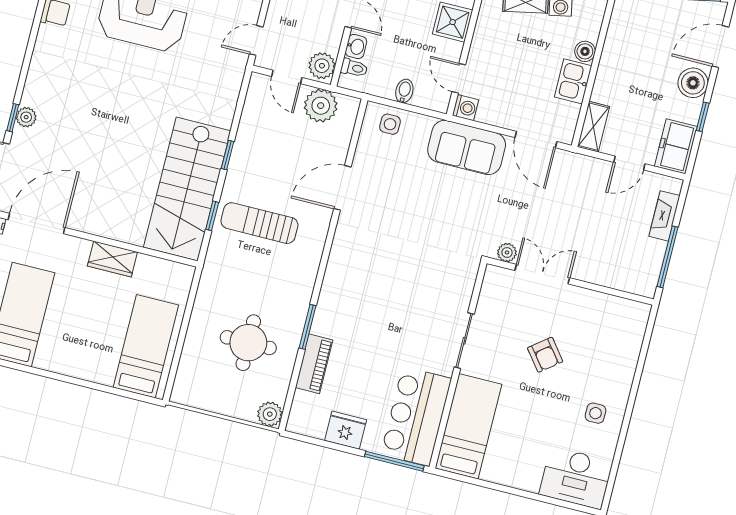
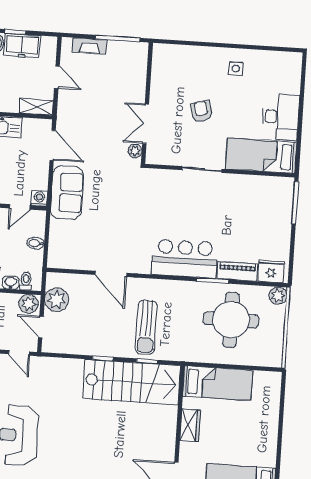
door: (287, 77) -> (41, 327), swing flipped
side table: (390, 124) -> (61, 249), removed
door: (536, 140) -> (53, 145), hinge flipped
freezer: (676, 146) -> (22, 46), moved
round table: (248, 343) -> (231, 320), width x1.36, depth x1.36
bed: (146, 346) -> (218, 383), moved, turned 180
armchair: (545, 355) -> (201, 111), turned -67
bar counter: (416, 416) -> (185, 259), moved, turned 180
fridge: (346, 430) -> (271, 271), moved, turned 90
desk: (576, 478) -> (281, 117), moved

